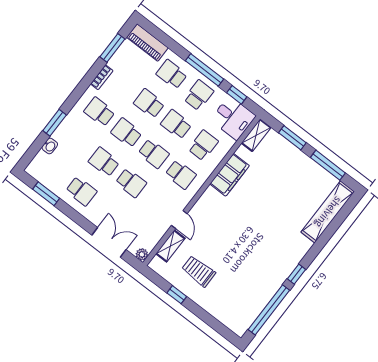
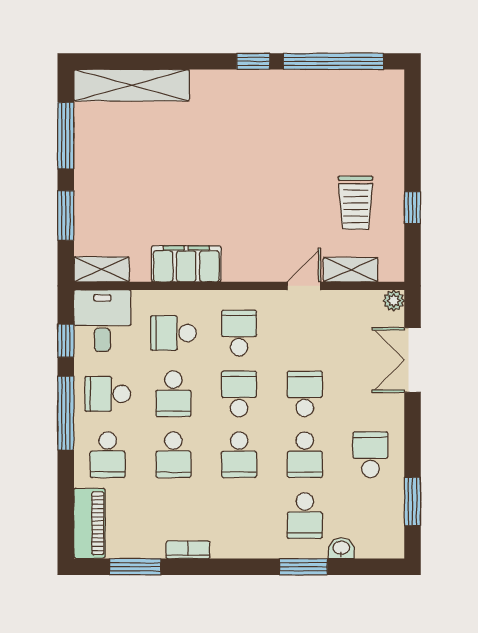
school desk: (99, 112) -> (305, 516), moved

